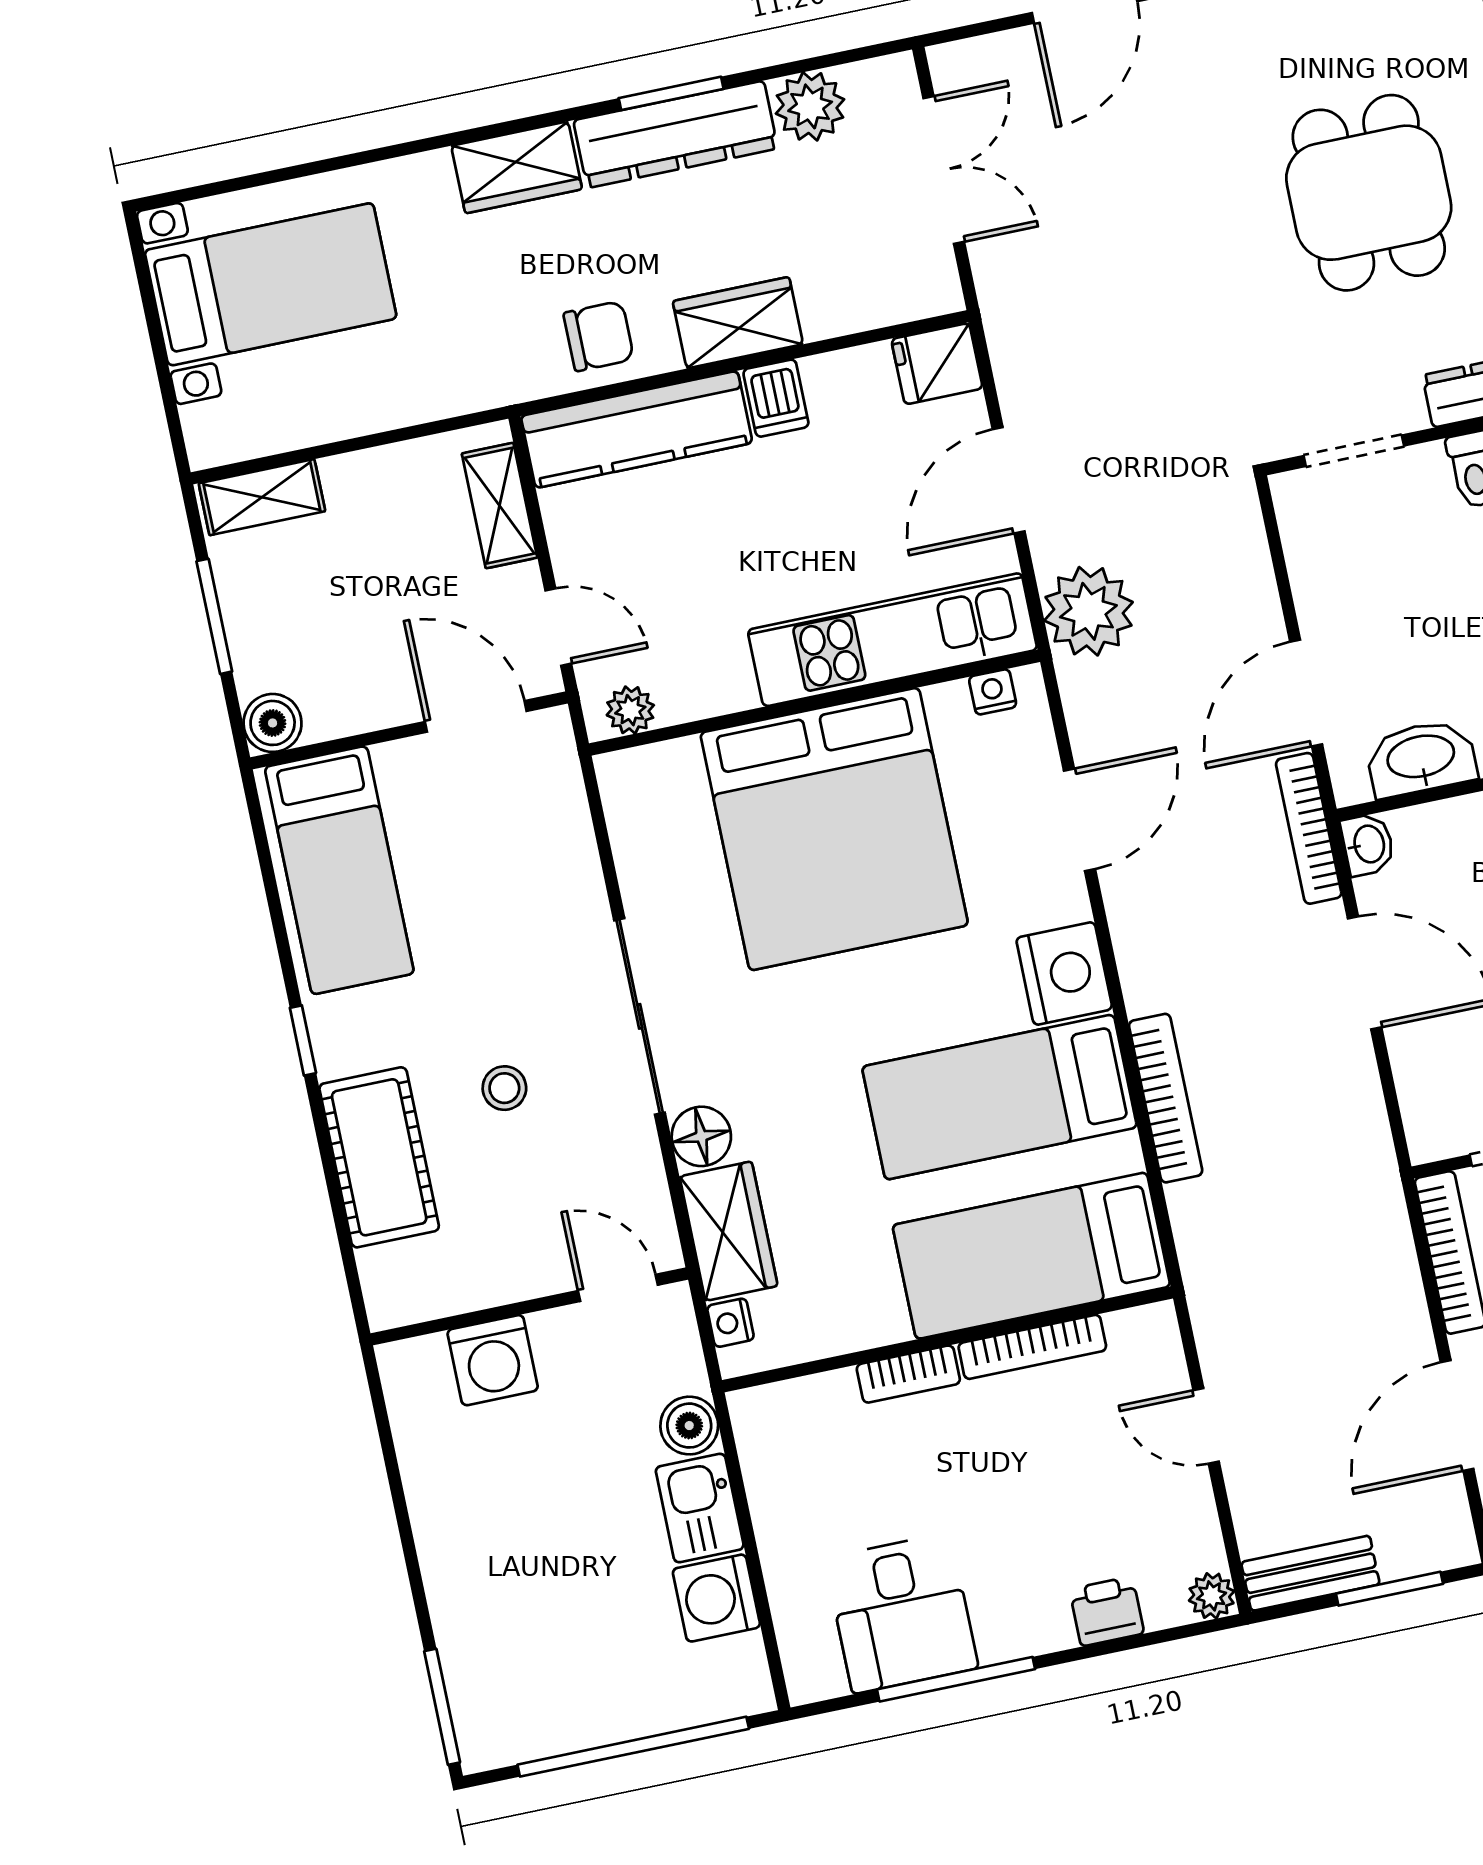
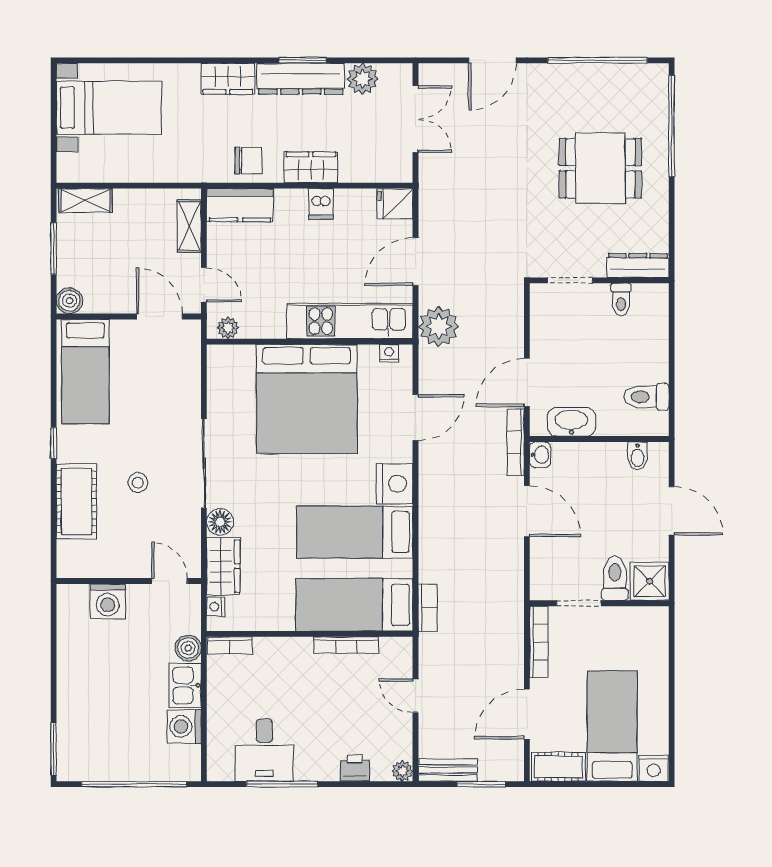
dining table: (1369, 193) -> (600, 168), turned 90
kitchen counter: (637, 430) -> (240, 205), width x0.67
bookcase: (1166, 1098) -> (428, 608), moved, width x0.64
bookcase: (908, 1374) -> (230, 646), moved

